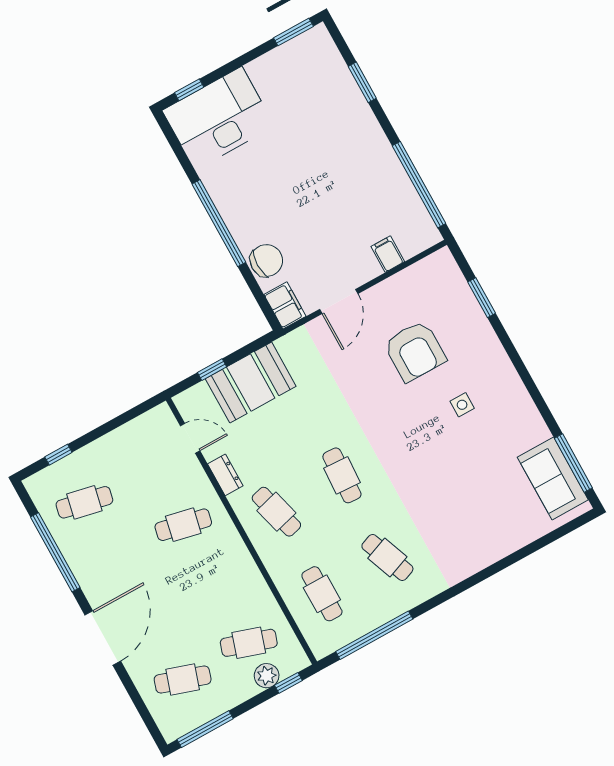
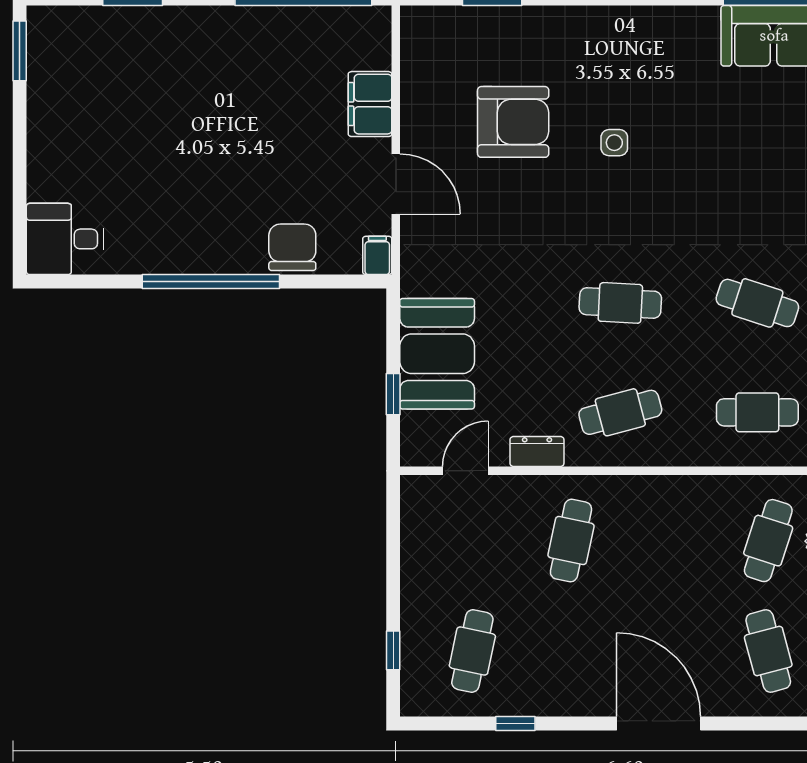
window: (189, 90) -> (20, 225), removed
desk: (218, 118) -> (65, 239), width x0.53, depth x0.77
filing cabinet: (388, 254) -> (370, 104), width x2.00
filing cabinet: (285, 305) -> (377, 255), width x0.50
side table: (462, 405) -> (614, 143), moved
window: (55, 552) -> (515, 724), width x0.32
cafe table: (387, 557) -> (757, 303), turned 39
cafe table: (183, 679) -> (768, 651), turned -33

